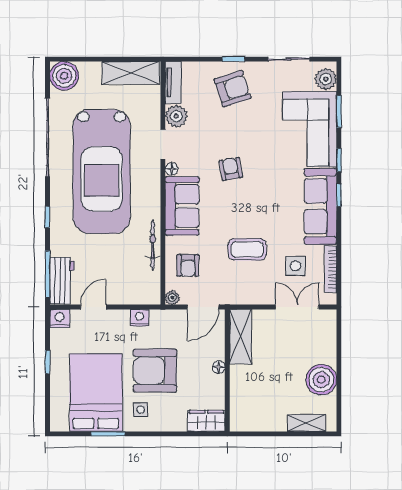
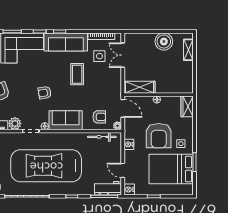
car: (102, 171) -> (46, 166), turned 180
bicycle: (153, 245) -> (102, 137), moved
coffee table: (247, 249) -> (77, 74), moved

